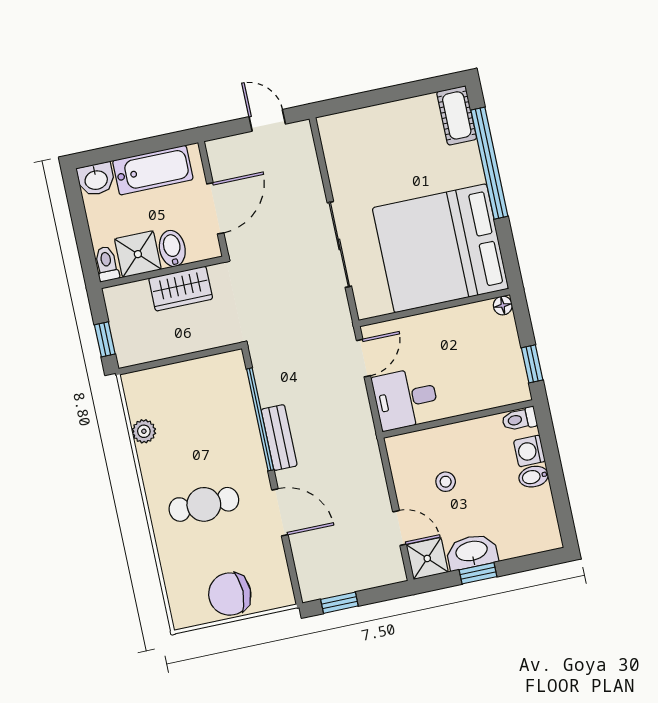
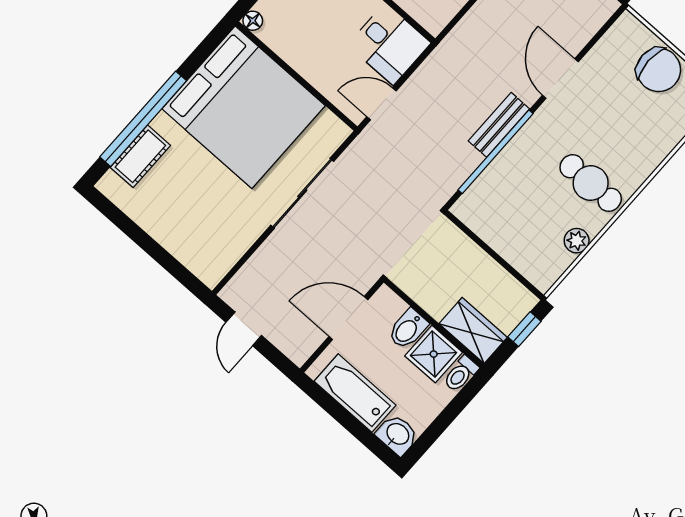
cot: (457, 115) -> (140, 156), moved
wardrobe: (181, 289) -> (473, 330), moved
cafe table: (204, 504) -> (591, 183), moved

